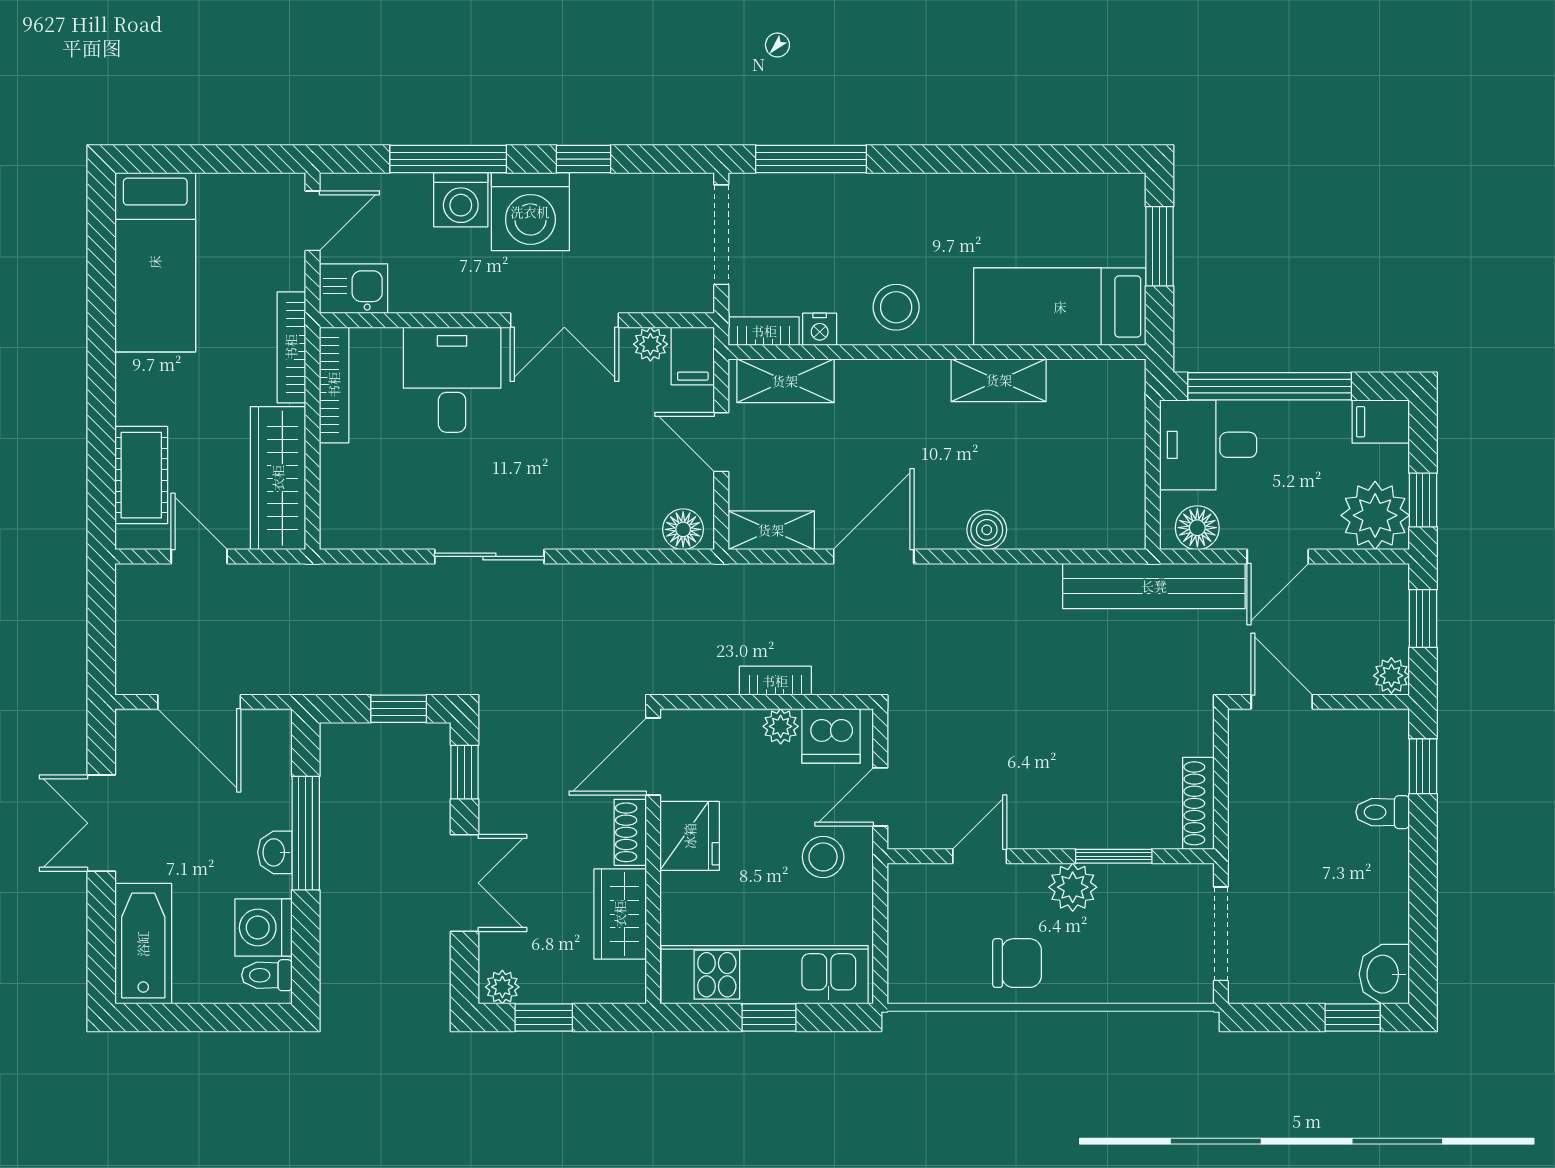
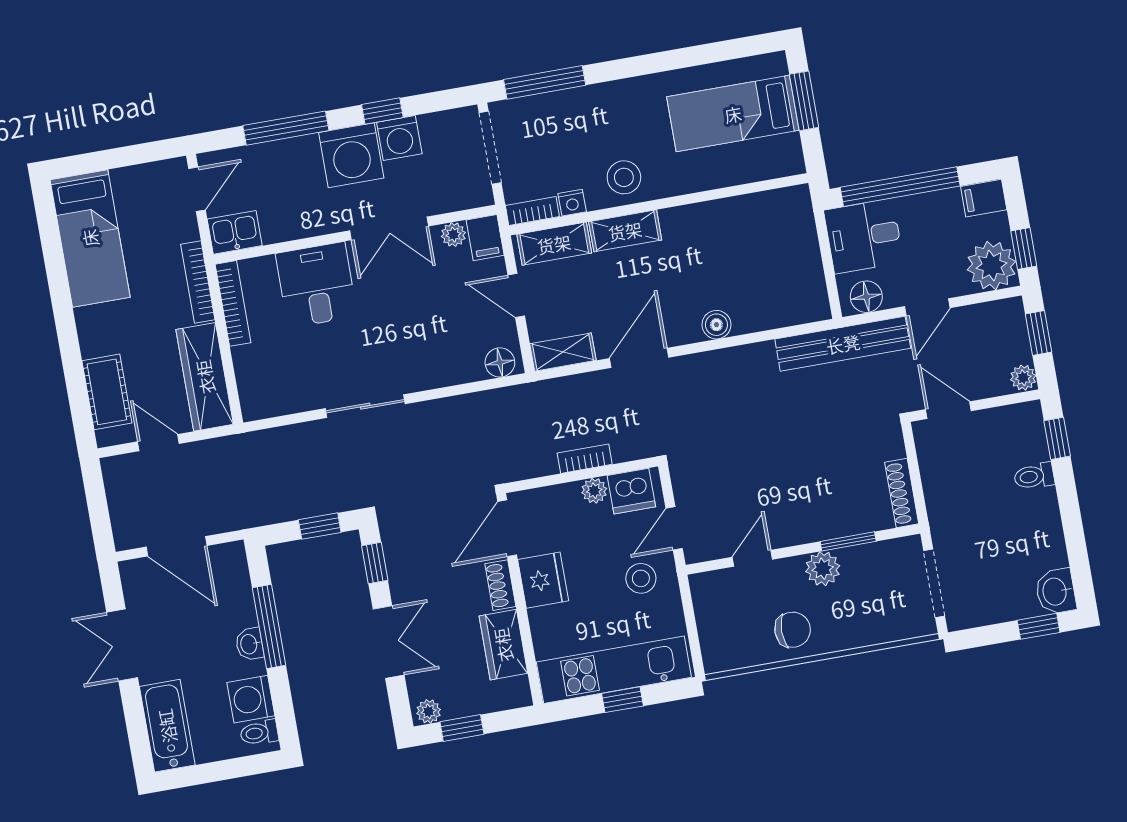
washing machine: (461, 200) -> (399, 138), moved
bed: (1060, 307) -> (733, 114), moved
shelving: (999, 380) -> (625, 231), moved

